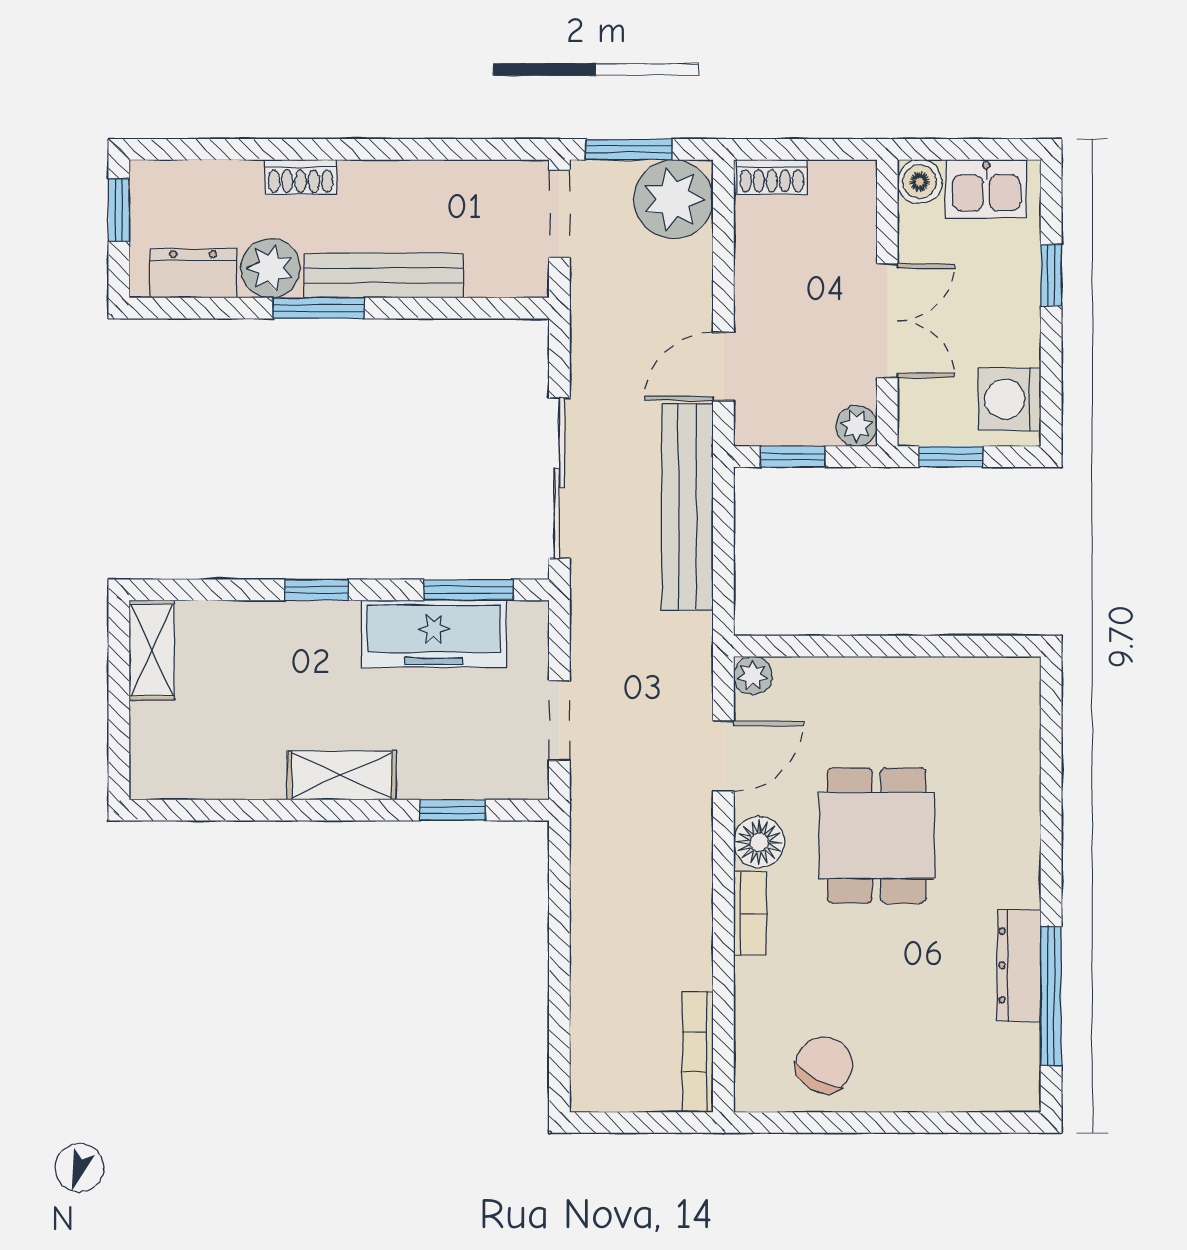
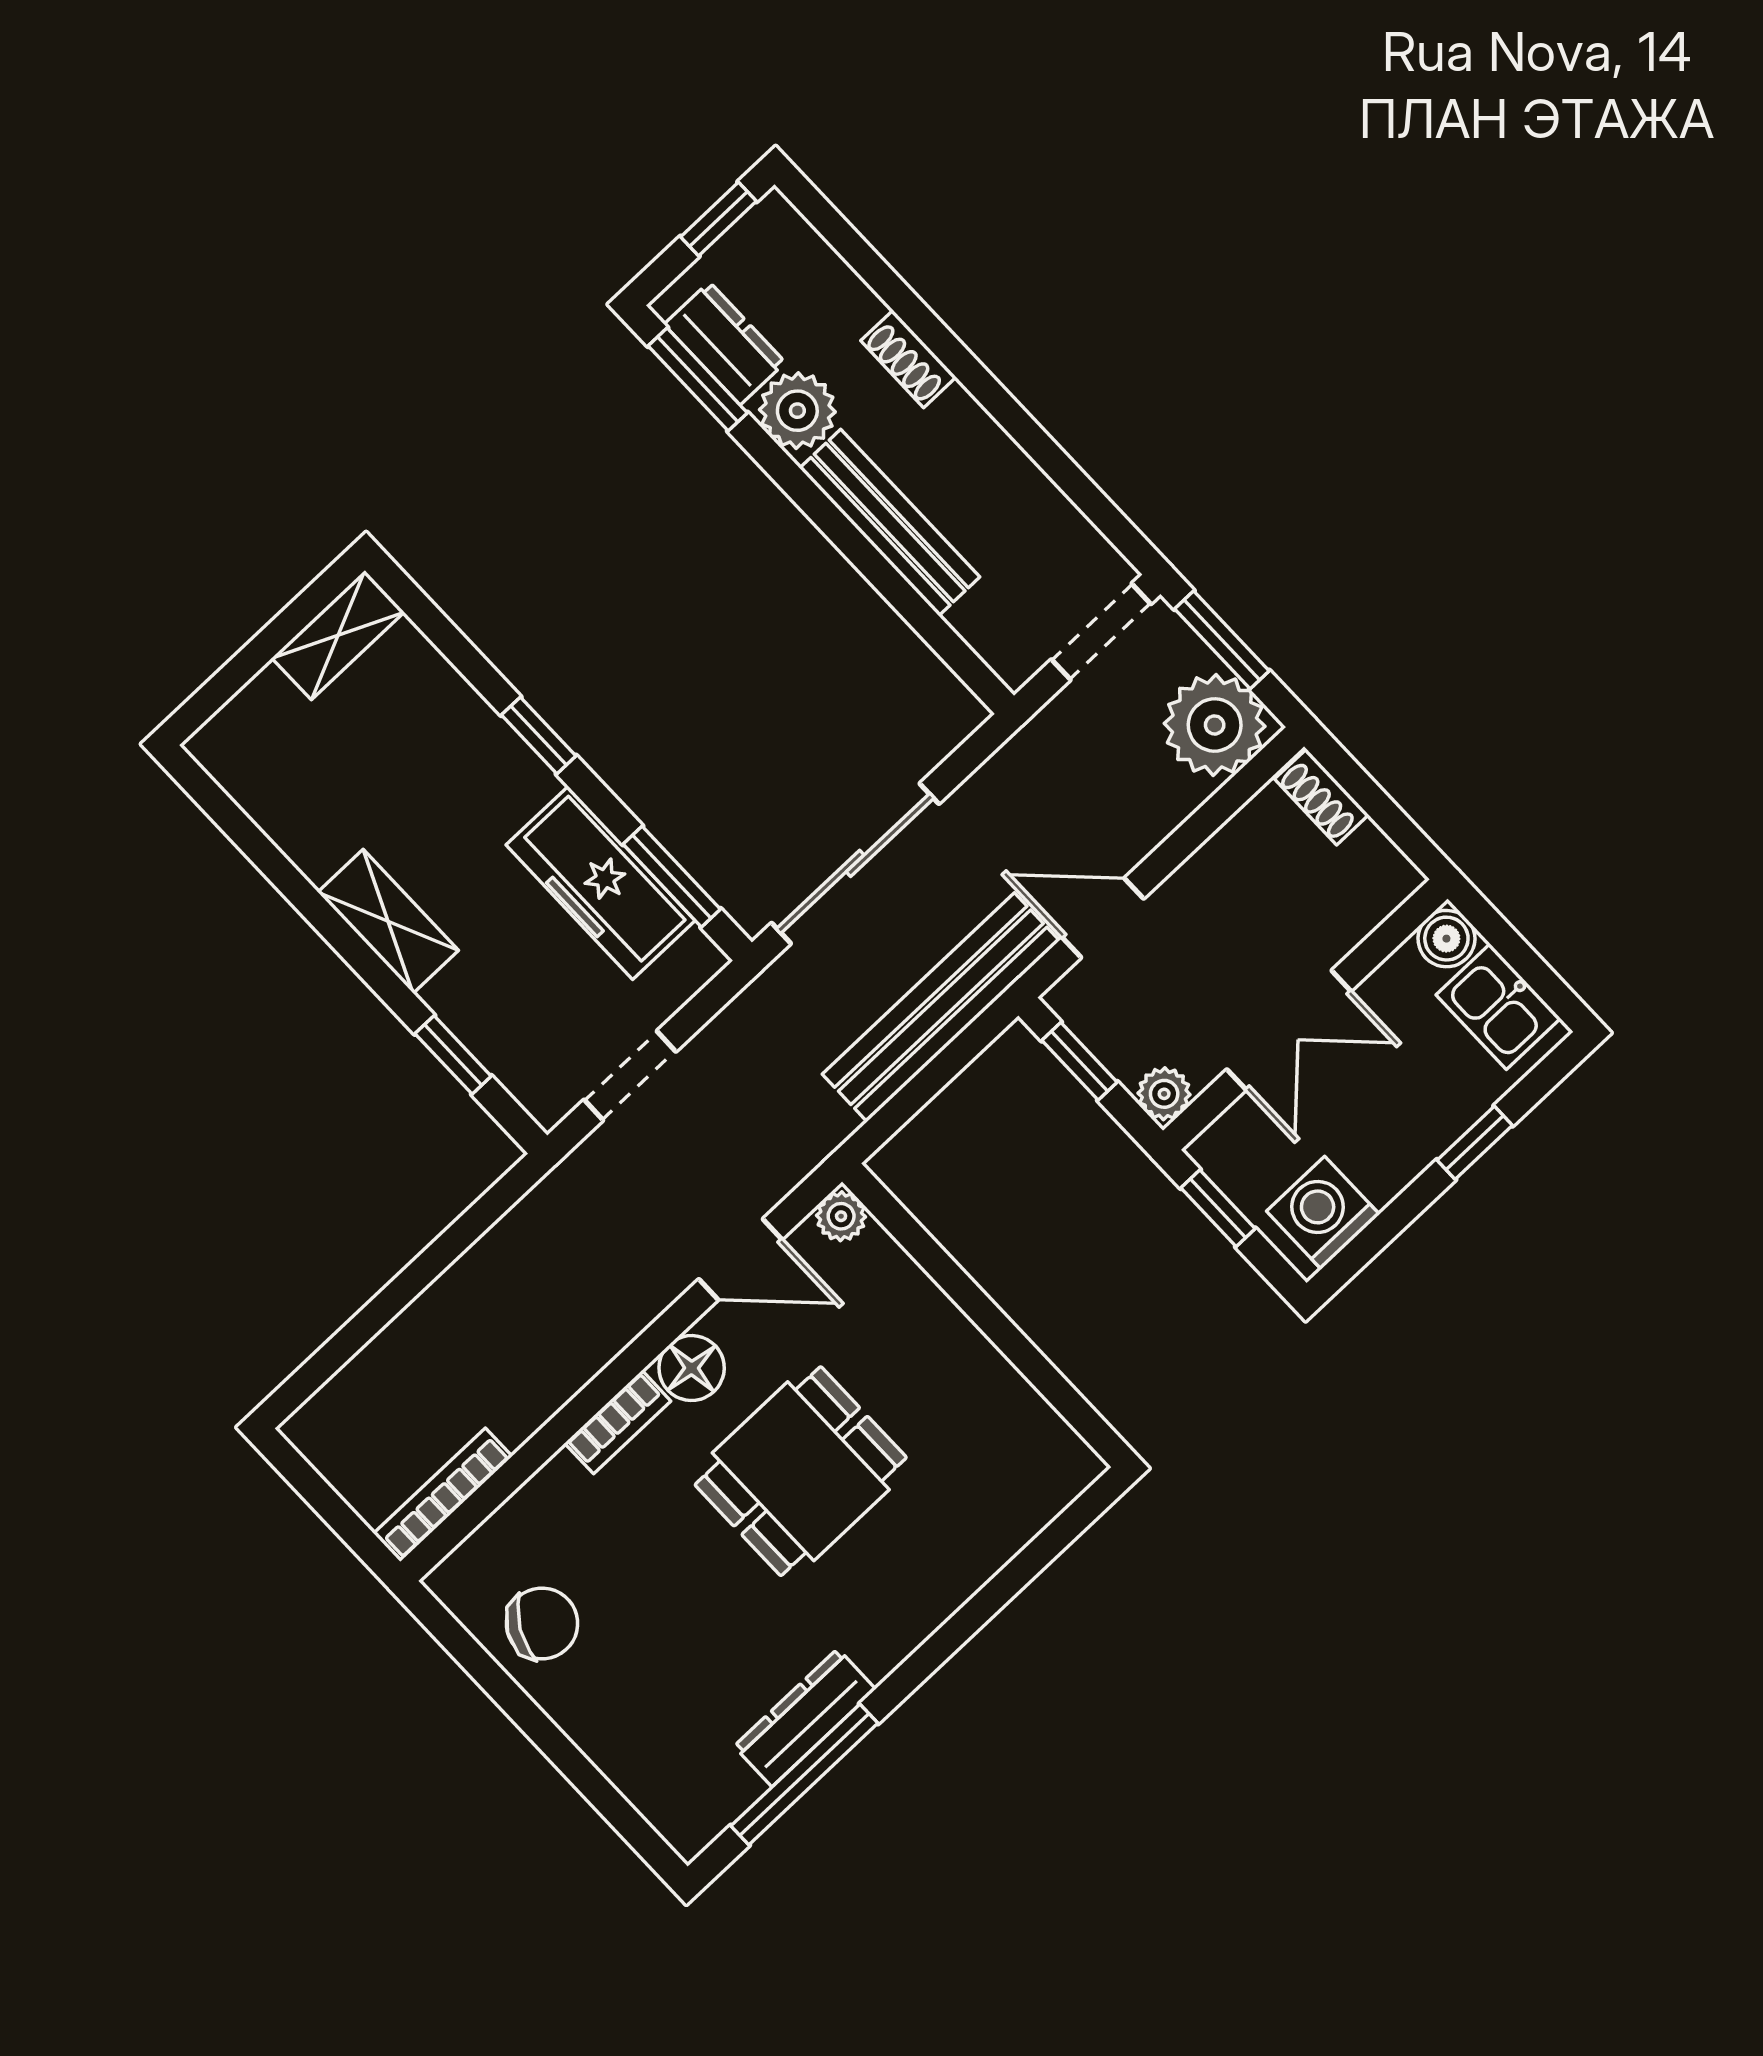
window: (319, 308) -> (698, 379), moved

